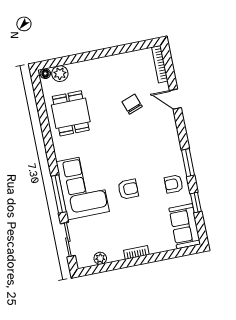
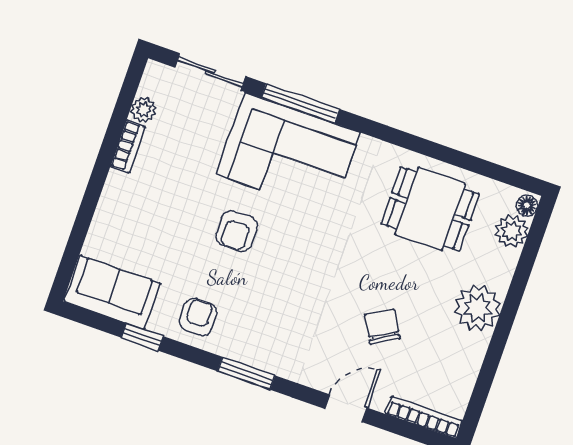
plant: (101, 69) -> (478, 308), added
chair: (132, 104) -> (382, 327), turned -100
window: (188, 163) -> (246, 373), moved
bookcase: (136, 252) -> (128, 146), moved

